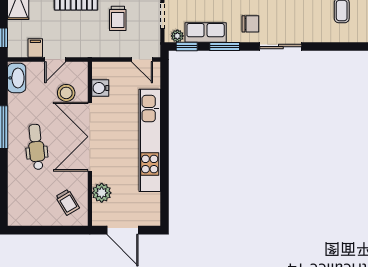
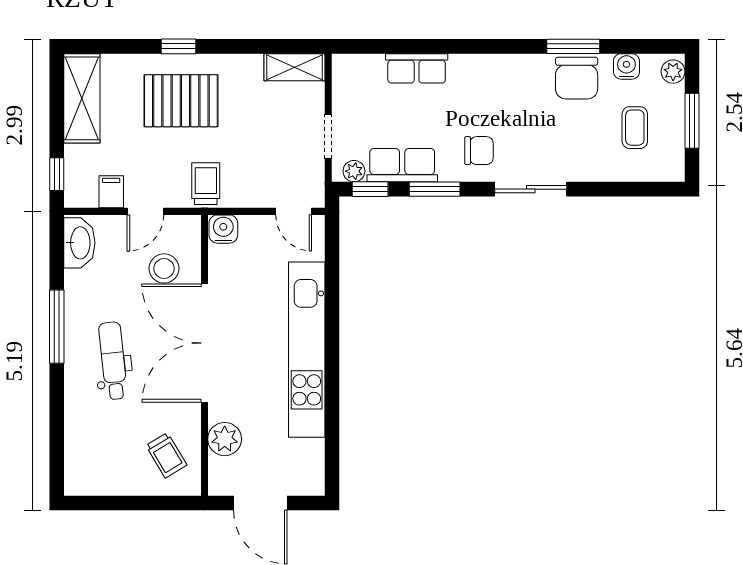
trolley: (118, 18) -> (206, 184), moved, turned 180
water cooler: (100, 88) -> (223, 229), moved, turned 90

